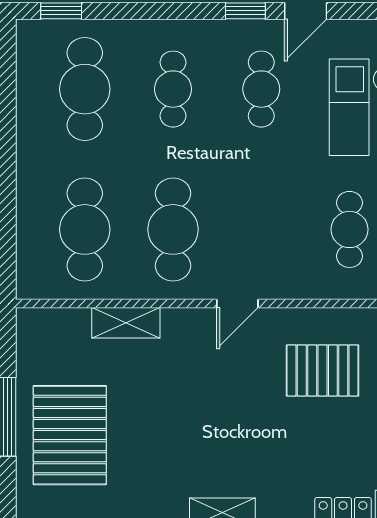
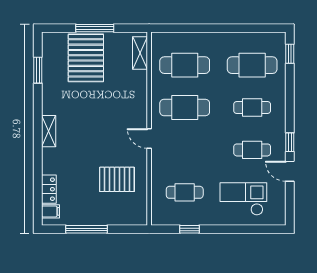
shelving: (126, 323) -> (140, 53), moved
pallet: (323, 370) -> (117, 179), turned 90
pallet: (70, 435) -> (86, 58), turned 90

